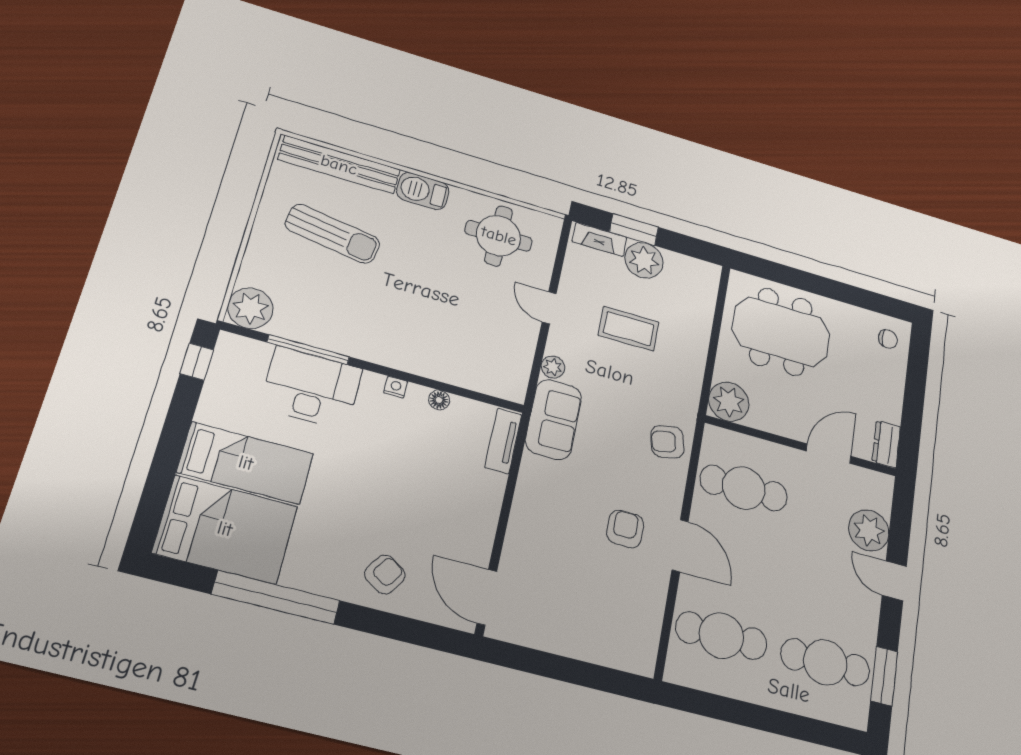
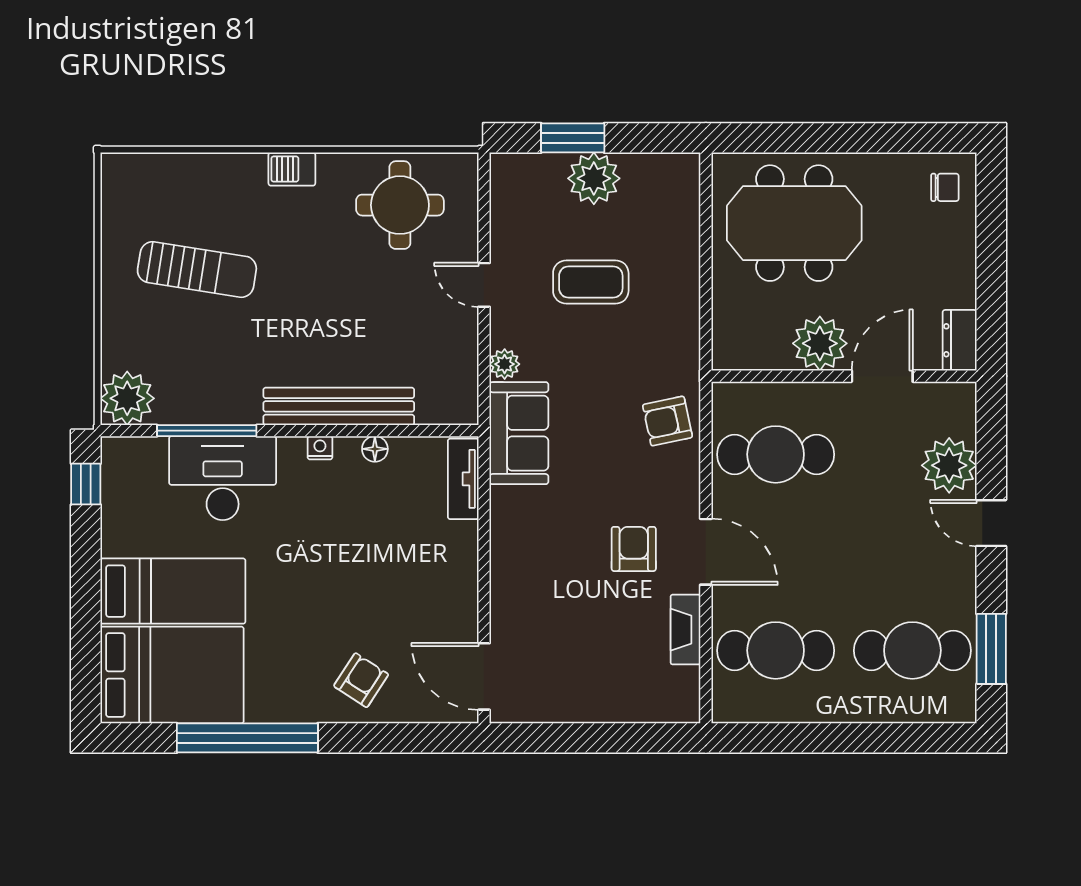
bench: (339, 165) -> (339, 406), moved
barbecue: (423, 191) -> (292, 169), width x0.73, depth x0.79
fireplace: (599, 239) -> (685, 630), moved, turned 90
plant: (729, 402) -> (820, 343), moved

